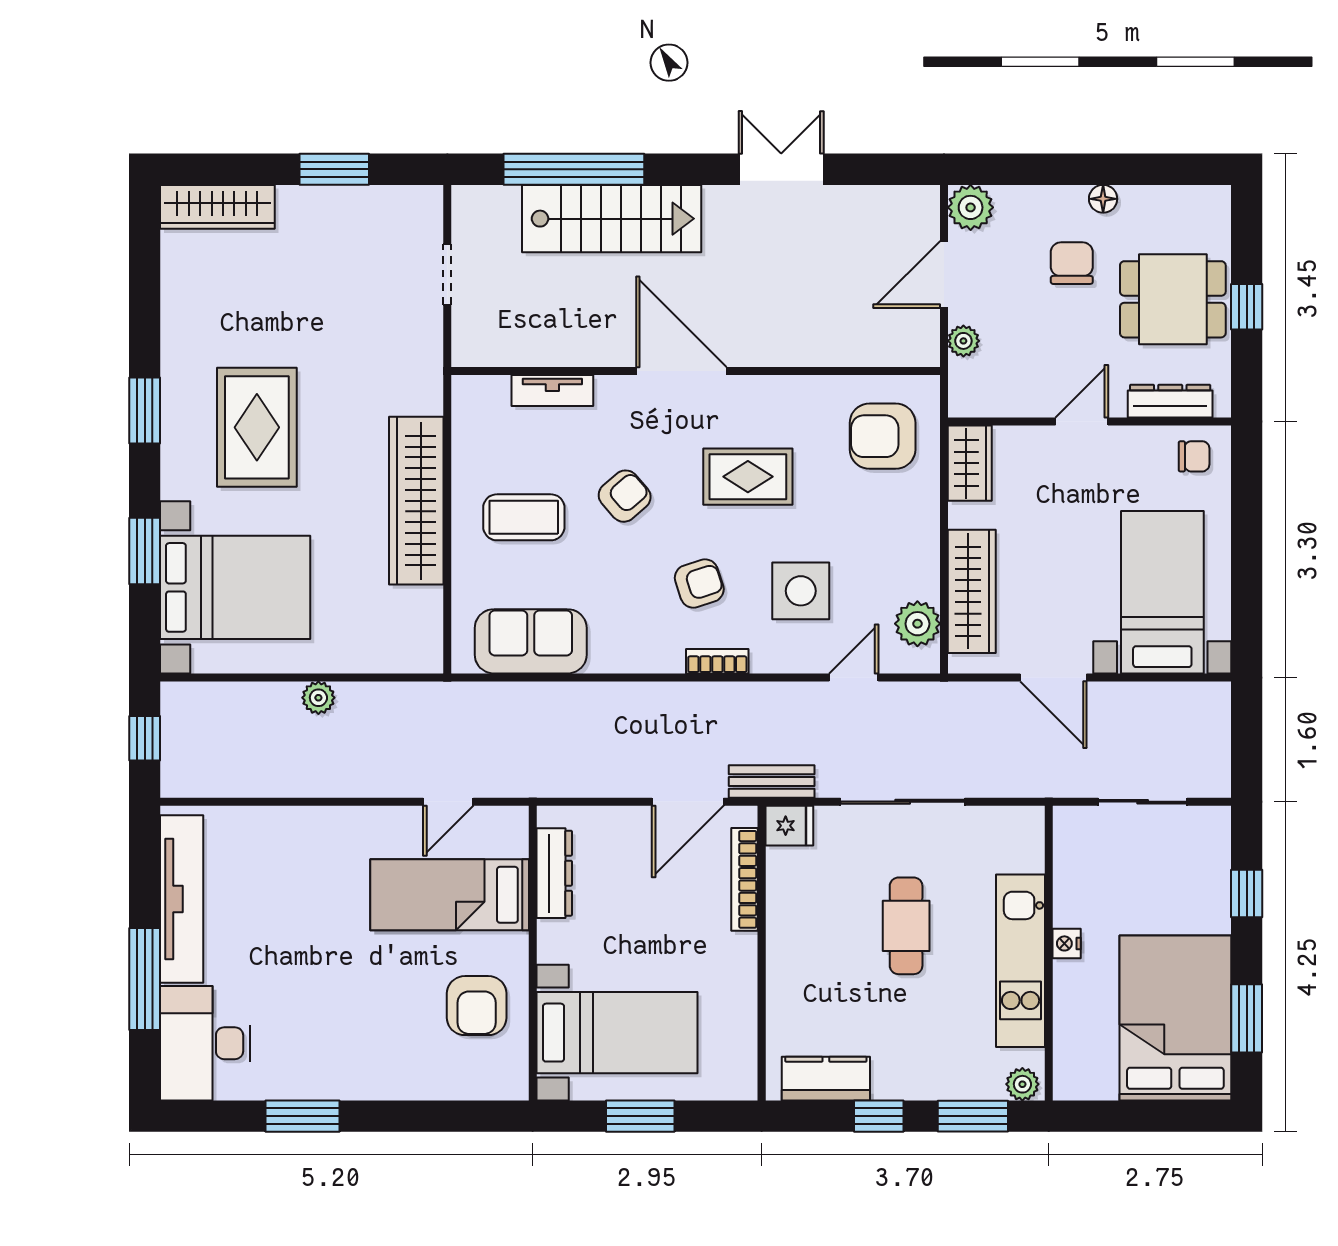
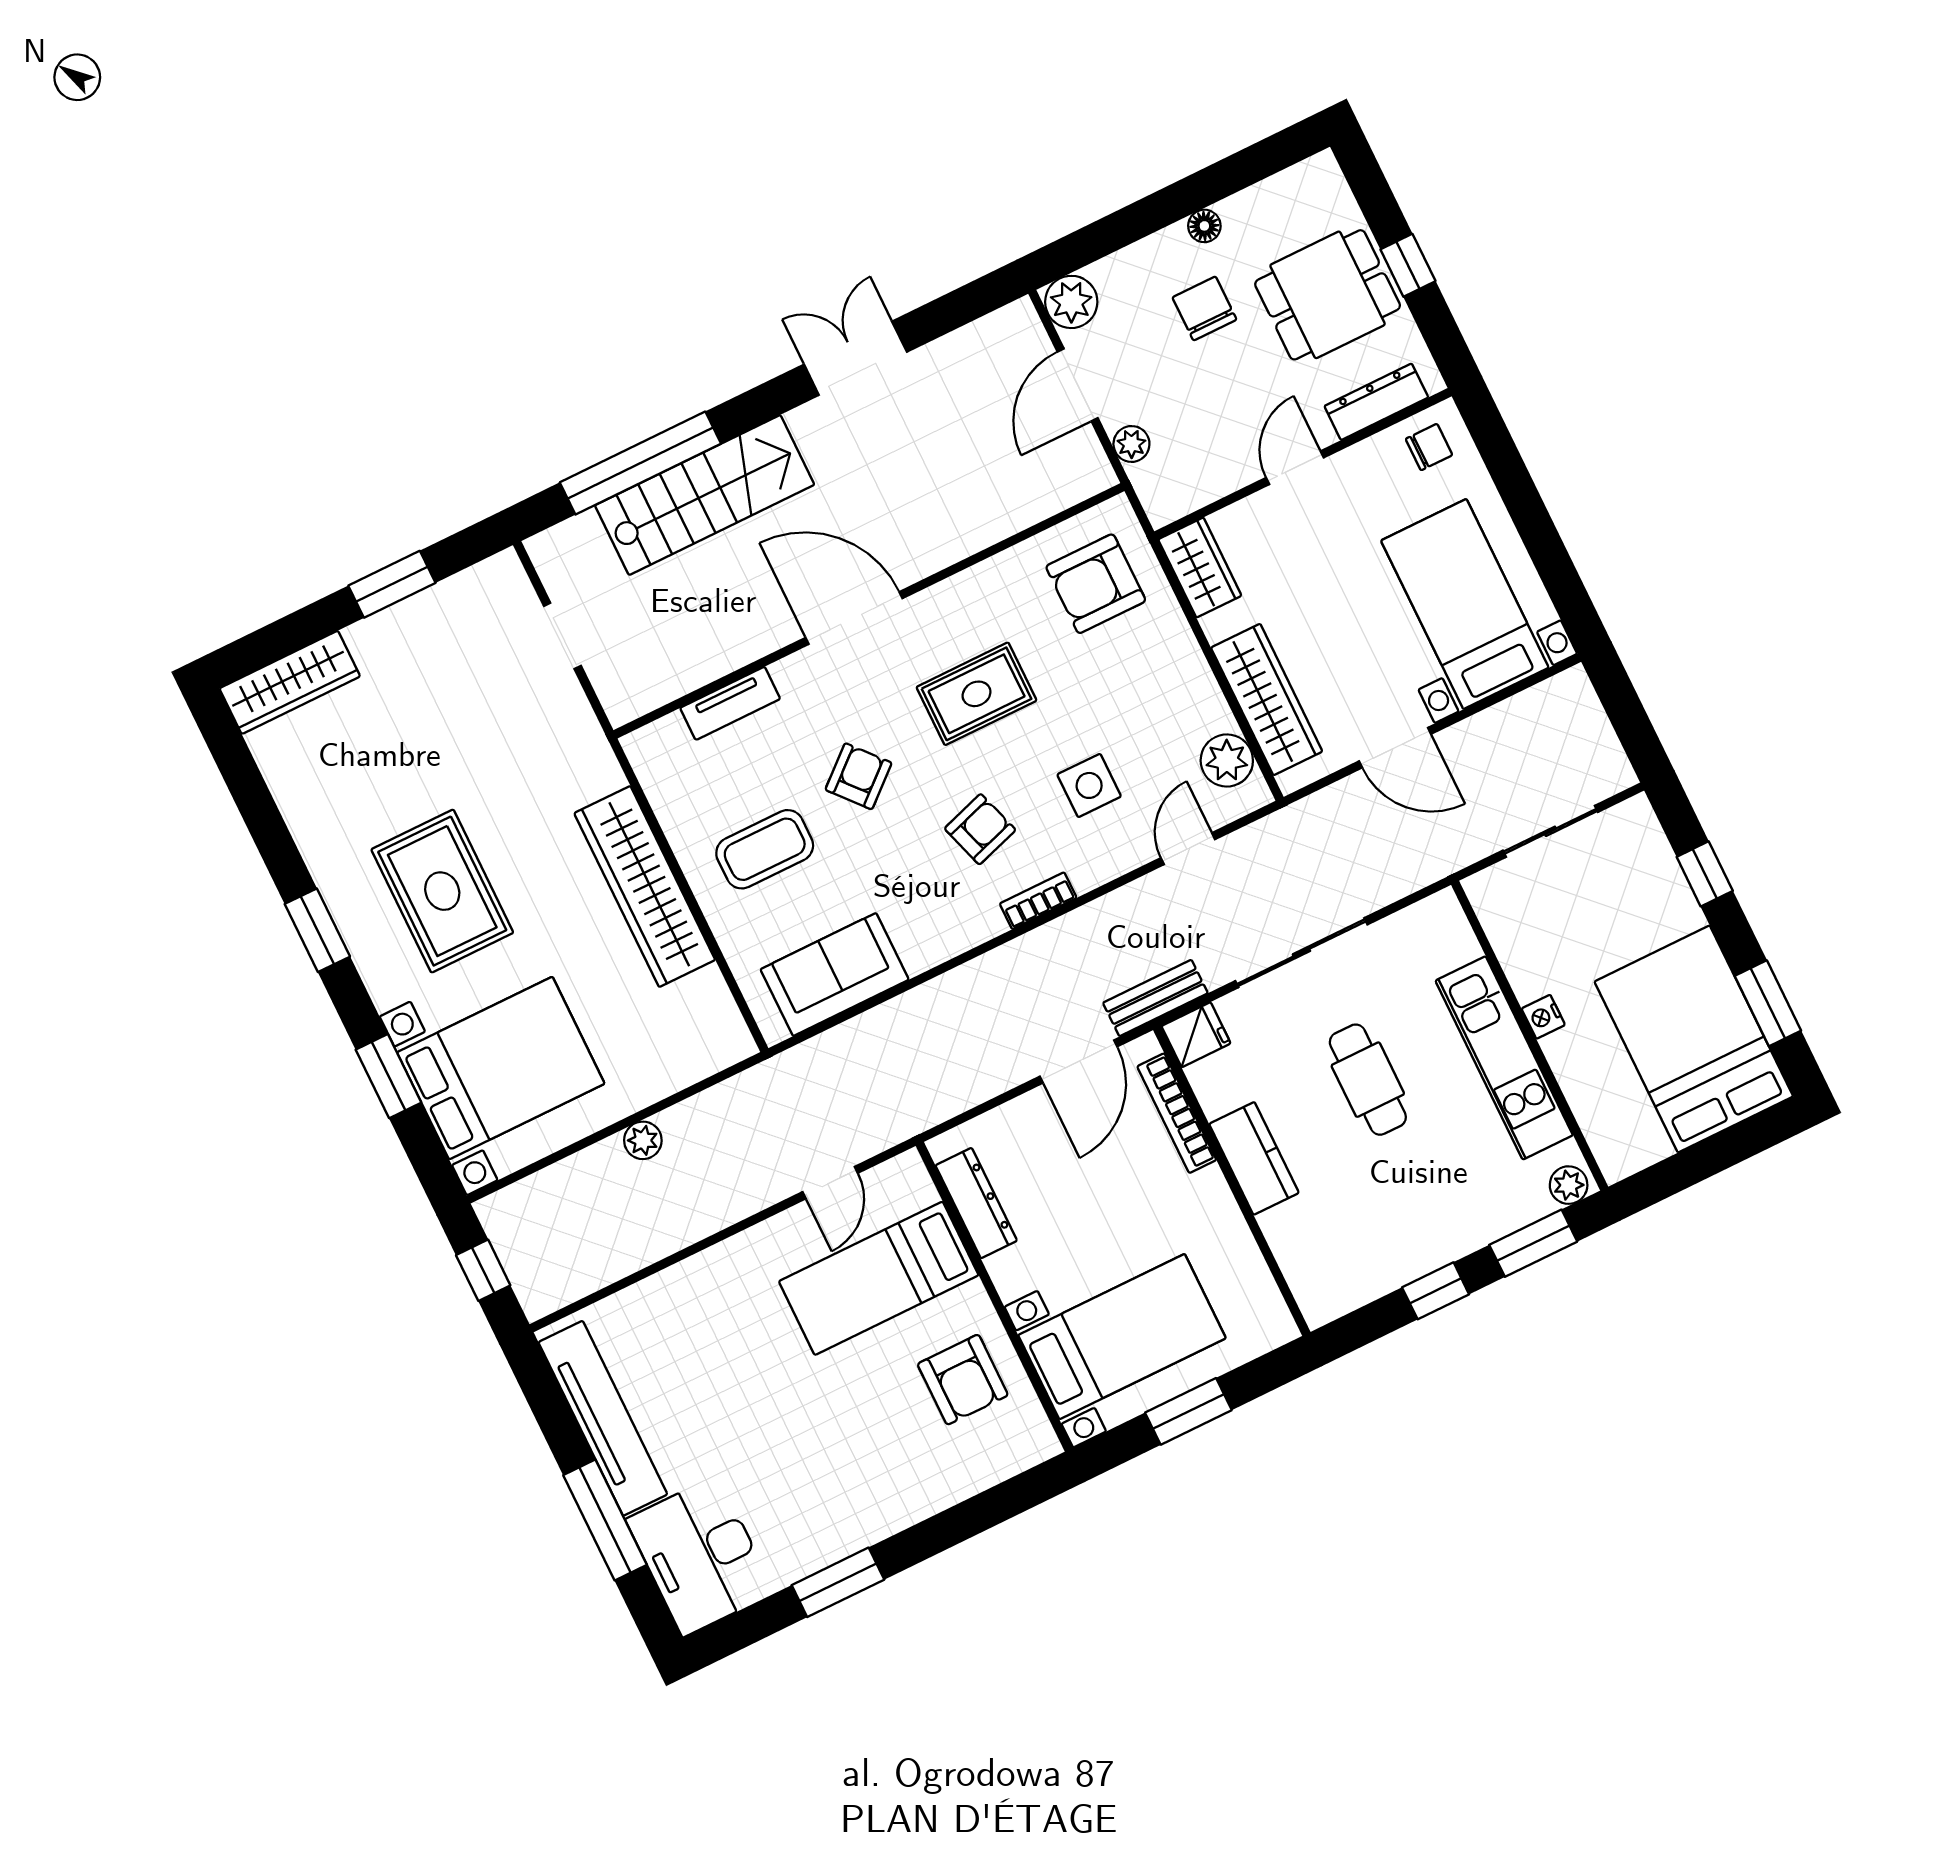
side table: (801, 591) -> (1089, 785), width x0.73, depth x0.73
kitchen counter: (826, 1079) -> (1254, 1158), moved, turned 90

